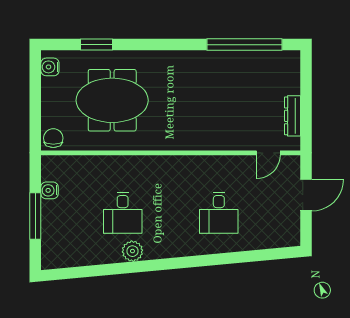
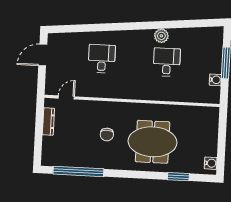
meeting table: (112, 100) -> (153, 142), moved
chair: (53, 138) -> (107, 135), moved
door: (306, 195) -> (43, 55), moved

